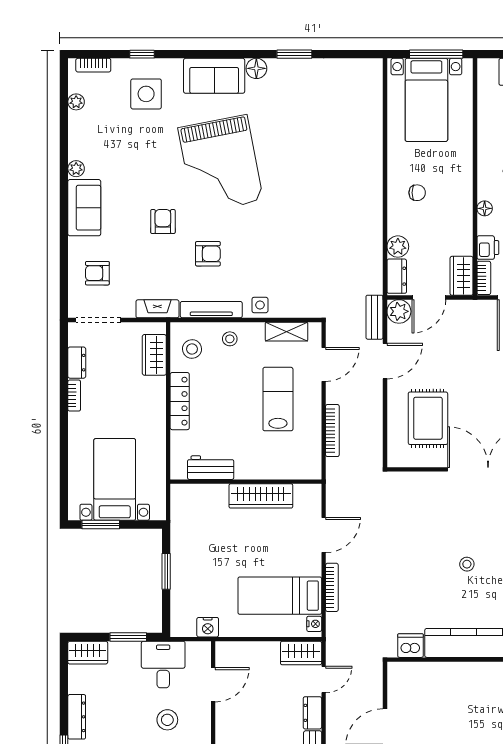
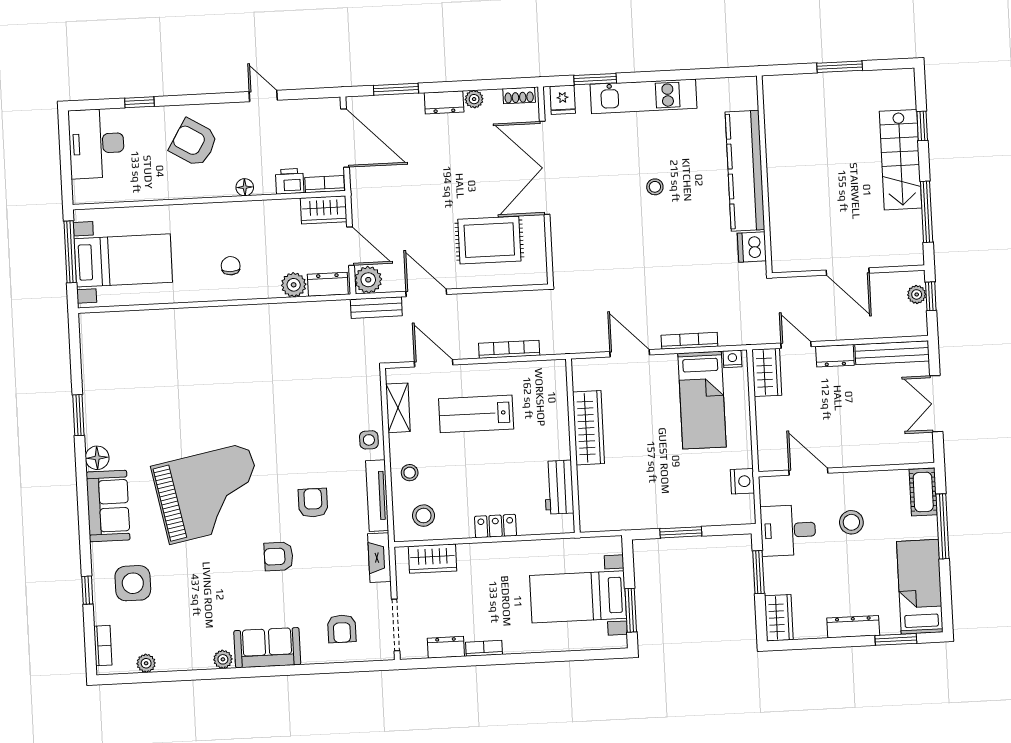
locker: (180, 401) -> (496, 526), width x0.66

